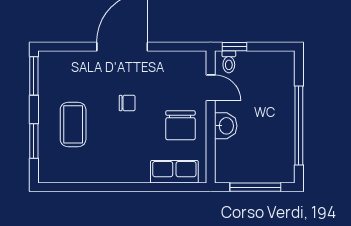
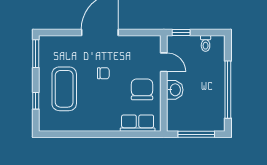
toilet: (229, 62) -> (206, 43), moved
coffee table: (73, 124) -> (64, 89), width x1.36, depth x1.32
chair: (180, 125) -> (142, 89), turned 180
window: (34, 141) -> (36, 101), width x0.67

